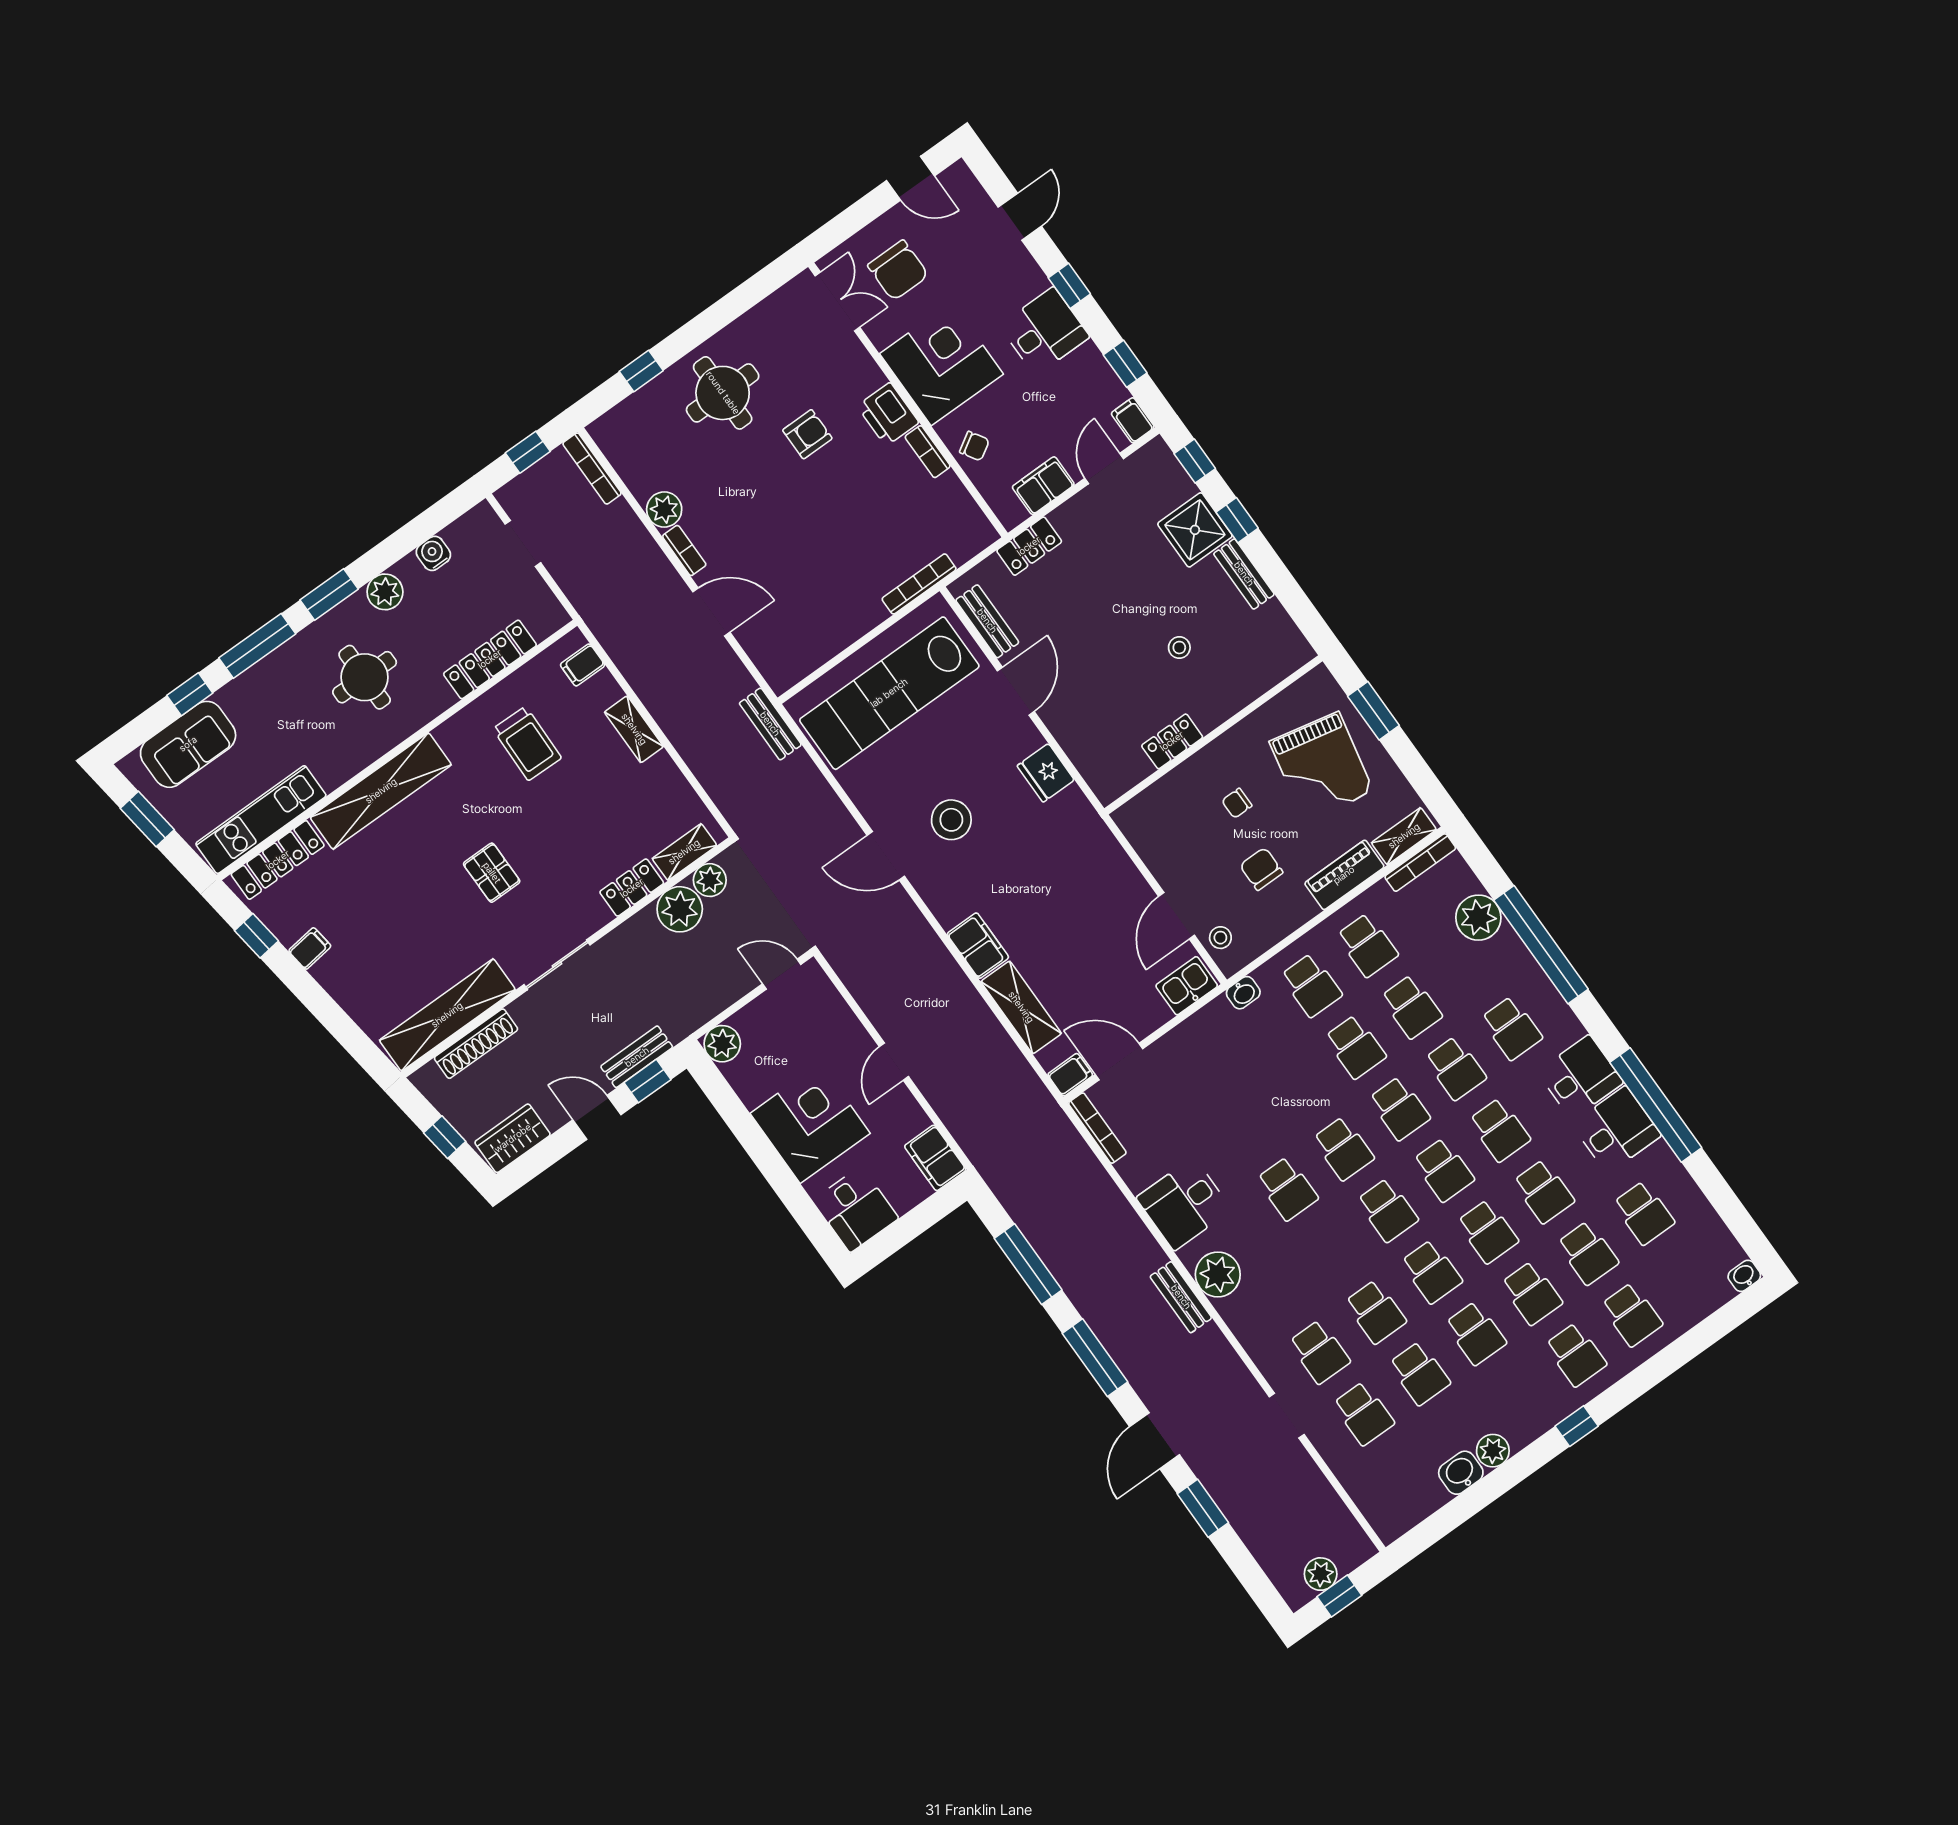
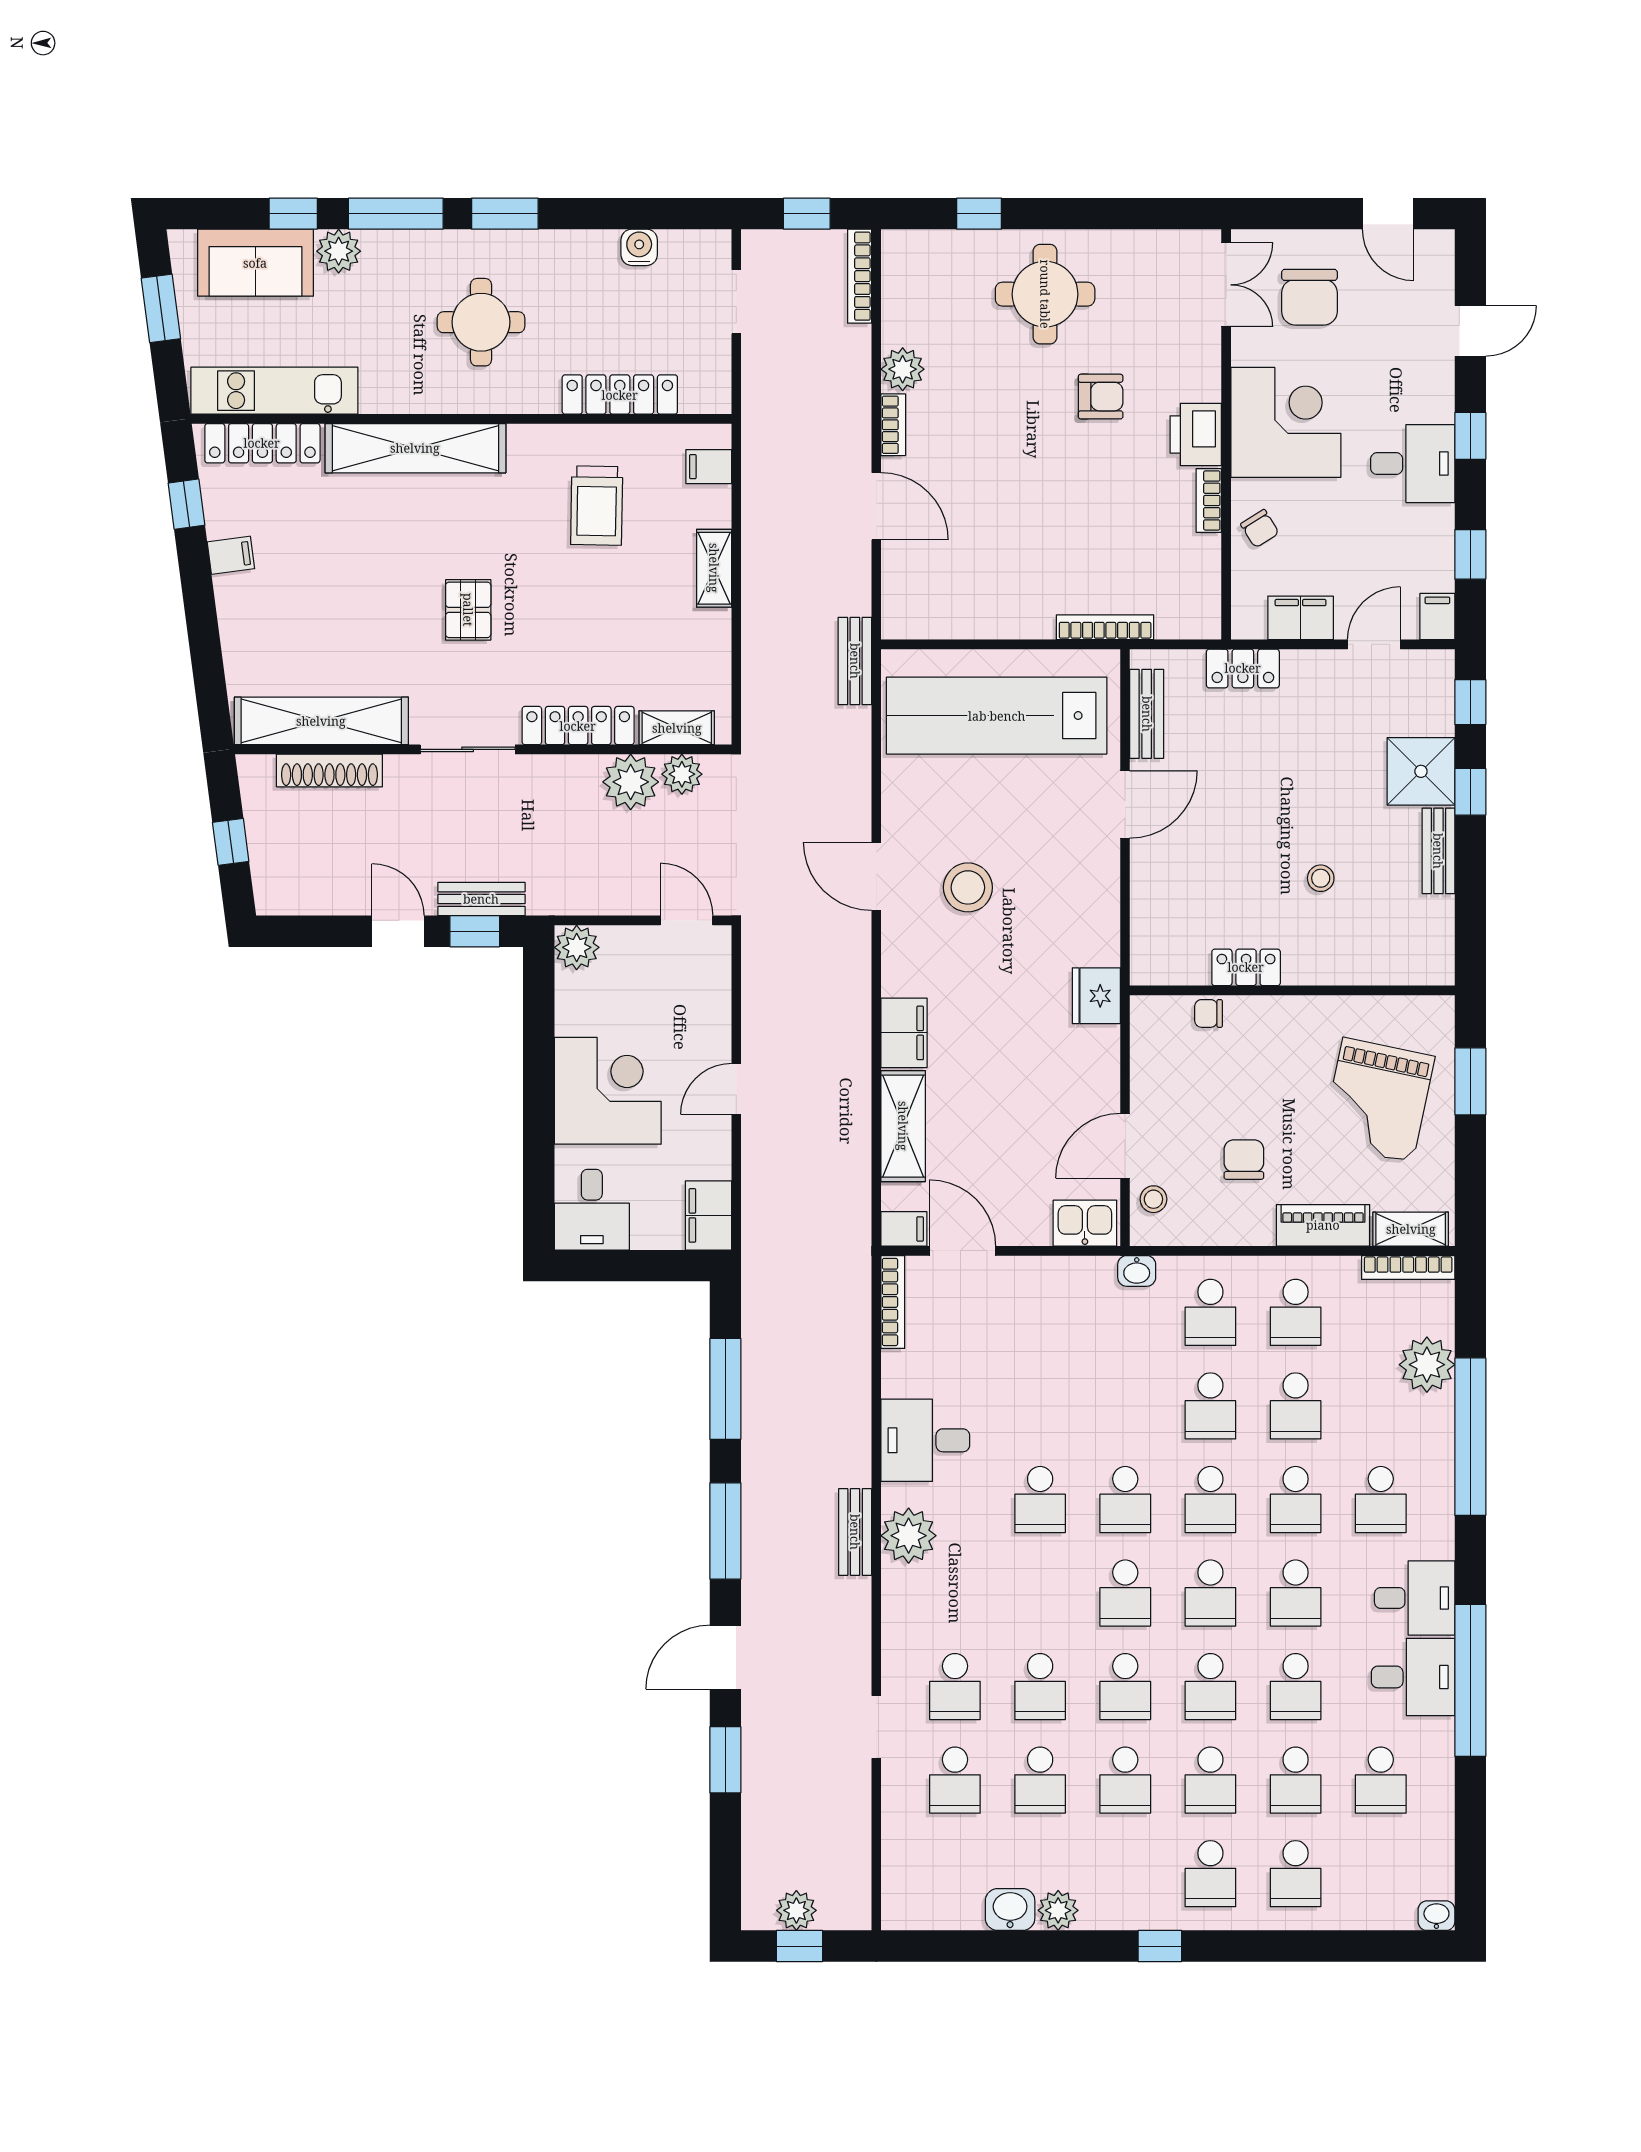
plant: (385, 592) -> (339, 251), moved
fridge: (1046, 773) -> (1096, 996), moved
chair: (1237, 803) -> (1209, 1013), moved
locker: (632, 888) -> (578, 726), width x1.53
wardrobe: (513, 1138) -> (298, 892), removed

